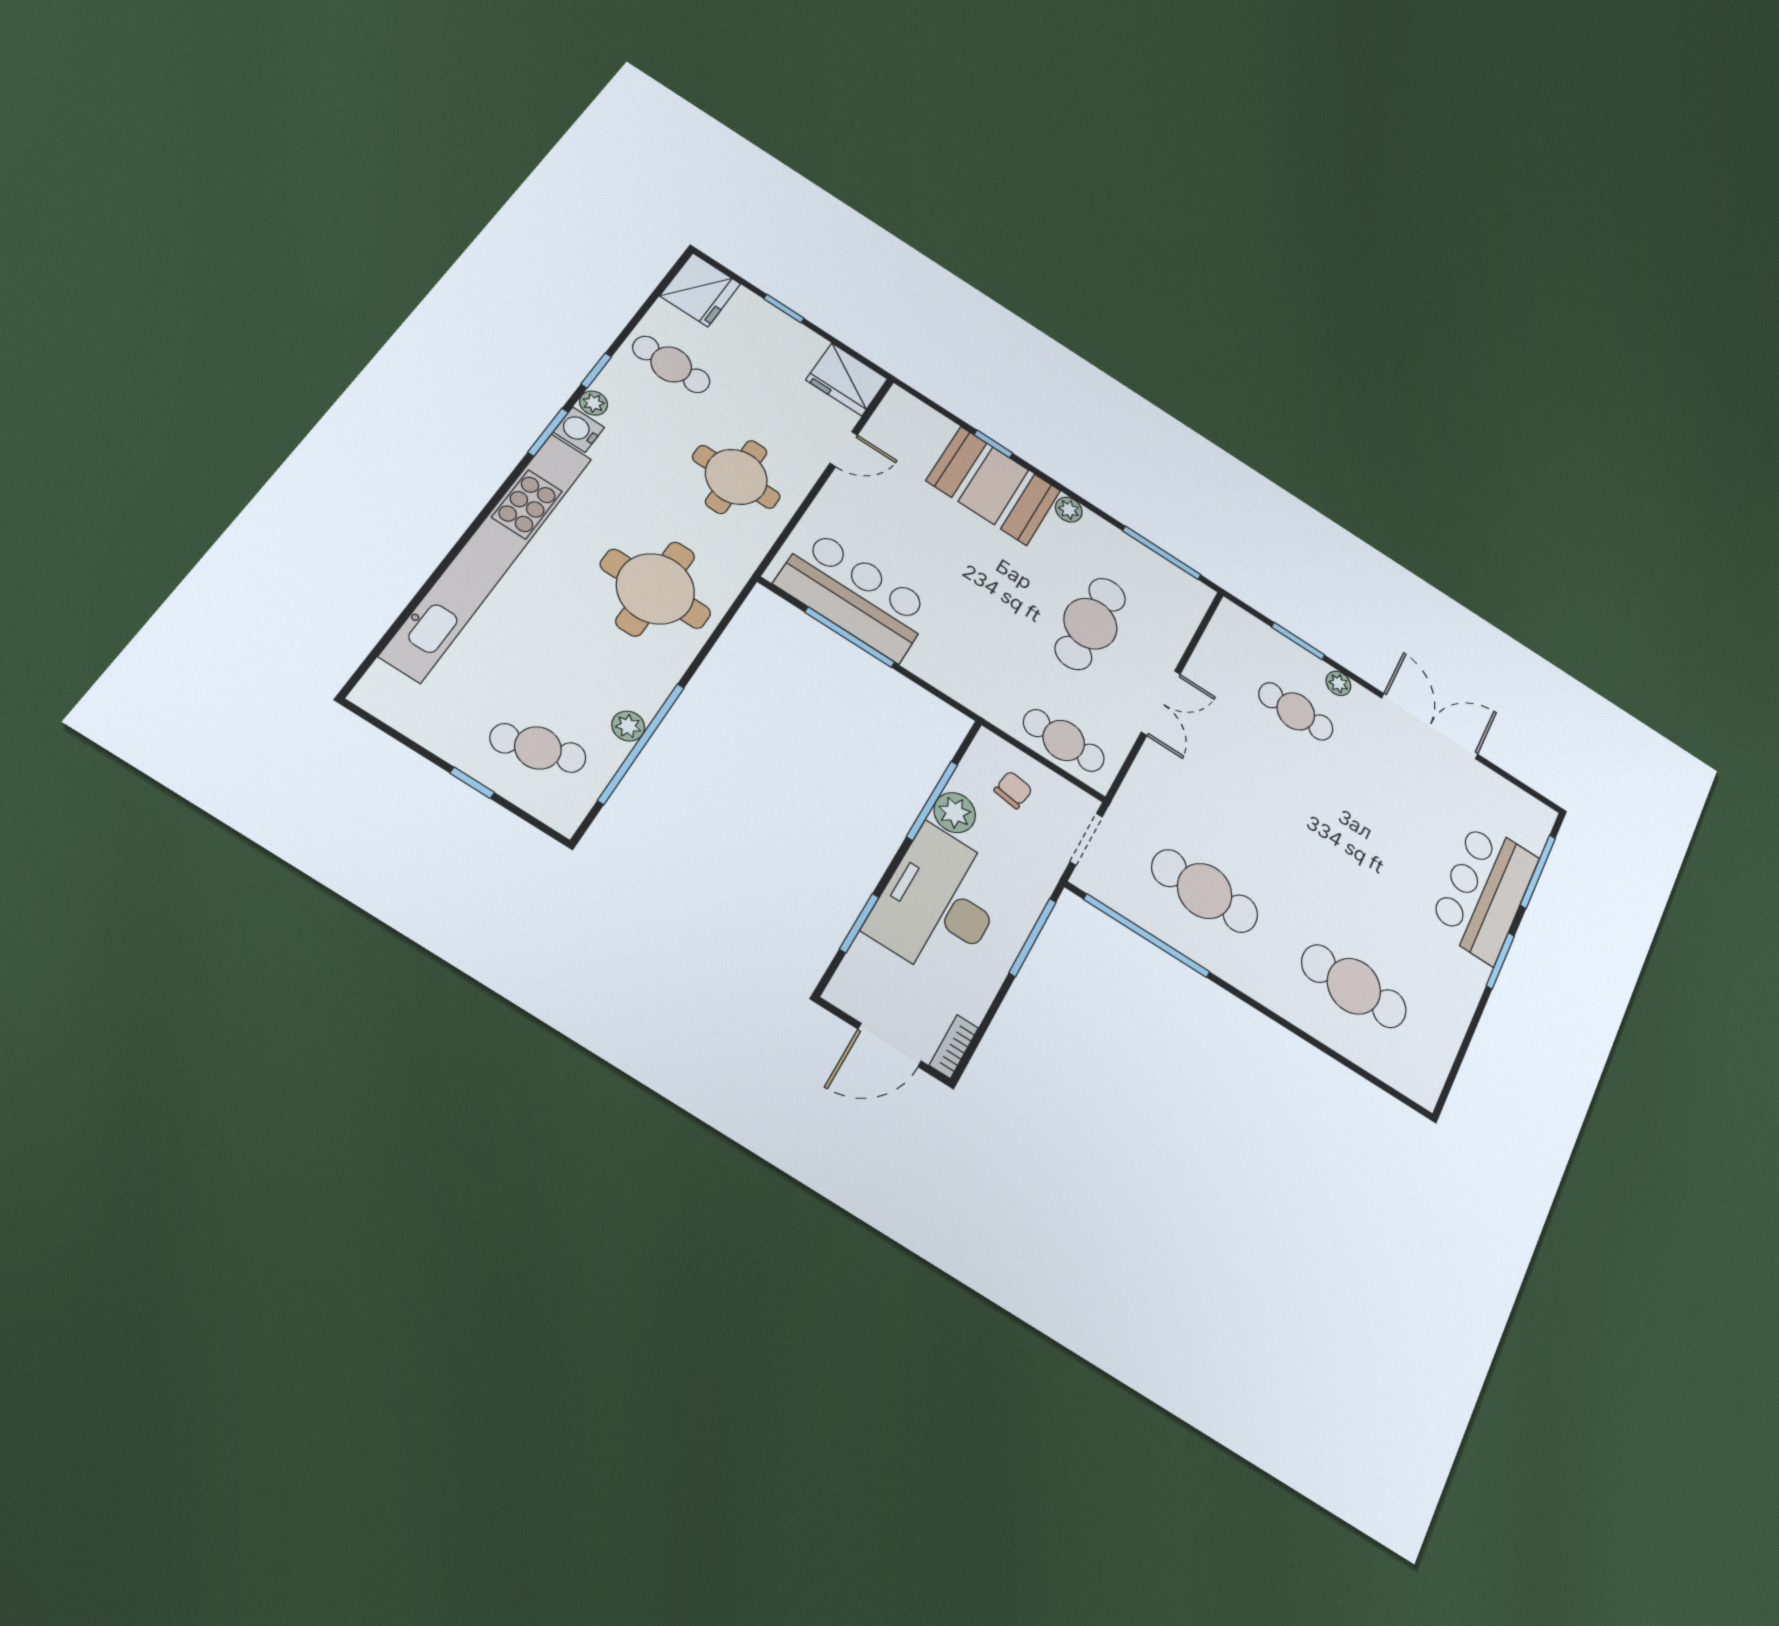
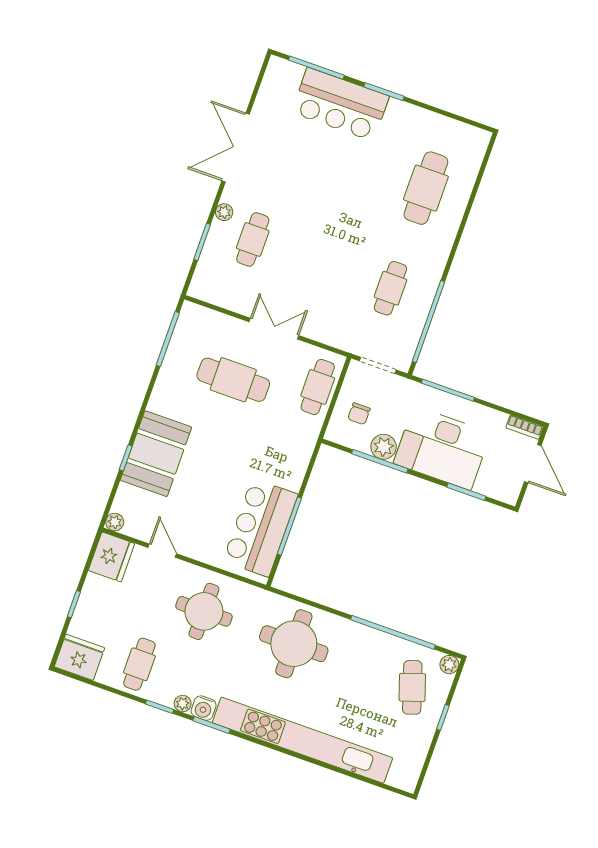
plant: (1069, 510) -> (115, 522), moved
plant: (628, 726) -> (449, 665), moved
chair: (1013, 790) -> (359, 414), turned -98
cafe table: (1205, 891) -> (390, 288), width x0.73, depth x0.74

